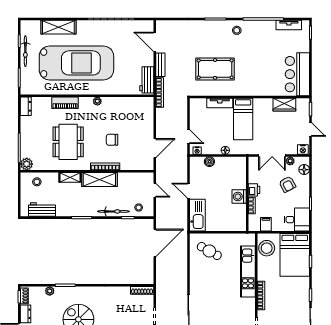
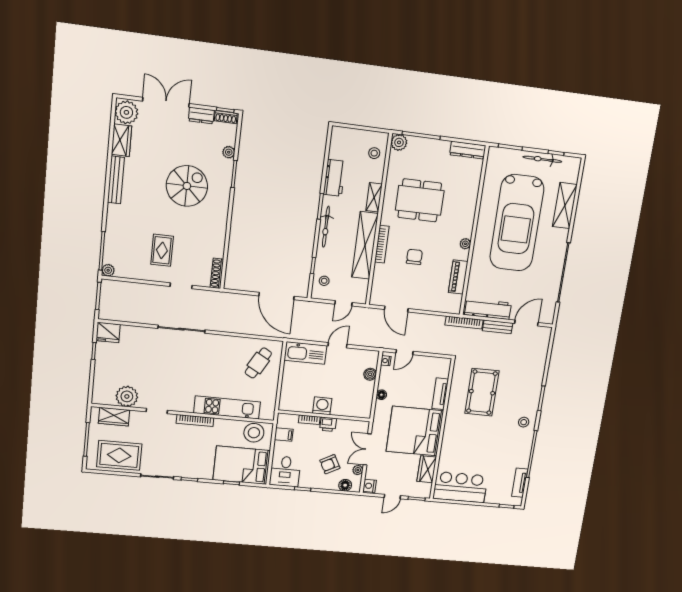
workbench: (147, 80) -> (488, 309), width x1.38
piano: (65, 103) -> (458, 277), moved
dresser: (26, 106) -> (468, 150), width x1.44
bed: (243, 119) -> (415, 431), width x2.04
shelving: (99, 180) -> (365, 245), width x1.47
workbench: (42, 210) -> (334, 178), moved
bicycle: (113, 211) -> (326, 227), moved

